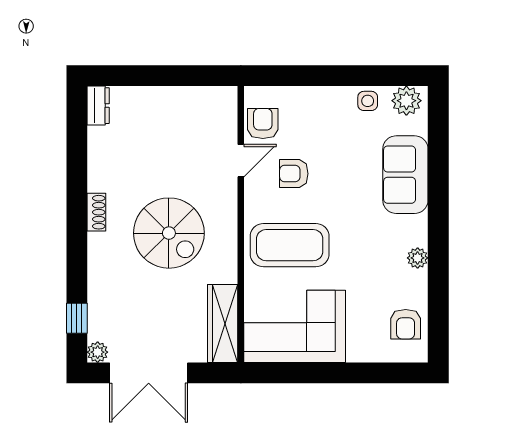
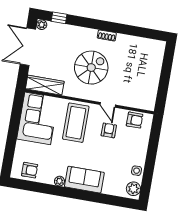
dresser: (98, 106) -> (156, 45), removed
door: (241, 161) -> (108, 105), moved
sofa: (405, 175) -> (84, 180), moved
spiral stairs: (169, 233) -> (91, 68), turned 180
armchair: (406, 324) -> (30, 170), turned 180

